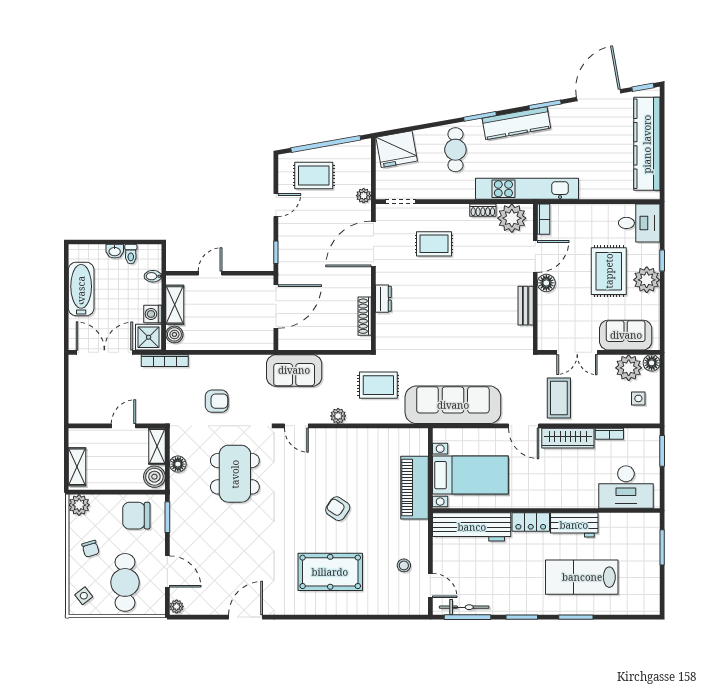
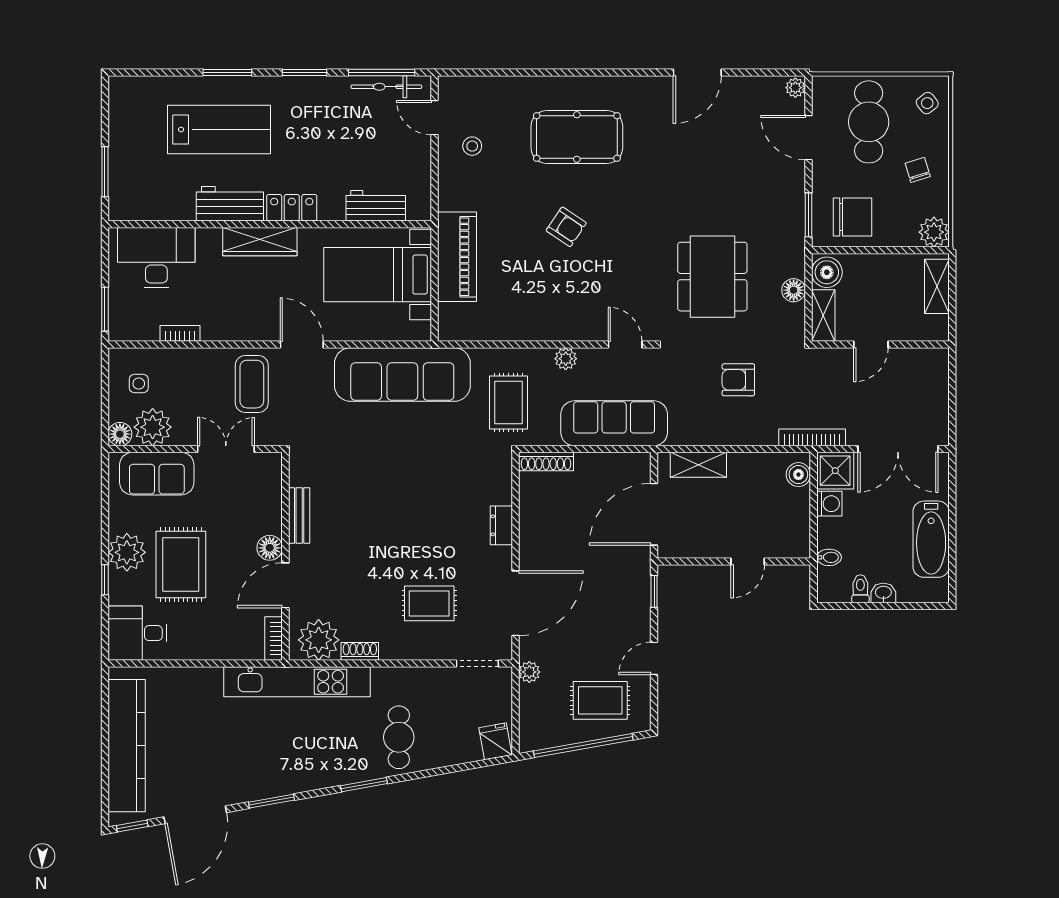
kitchen counter: (516, 123) -> (312, 775), removed
fridge: (397, 149) -> (495, 741), width x0.53, depth x0.75
shelving: (175, 305) -> (698, 465), moved, turned 90
shoe rack: (365, 316) -> (546, 461), moved, turned 90
sofa: (294, 370) -> (614, 423), width x1.36
rug: (378, 385) -> (509, 402), turned 90
wardrobe: (568, 438) -> (260, 242), moved, turned 180
workbench: (472, 527) -> (376, 206), width x0.53, depth x0.76

